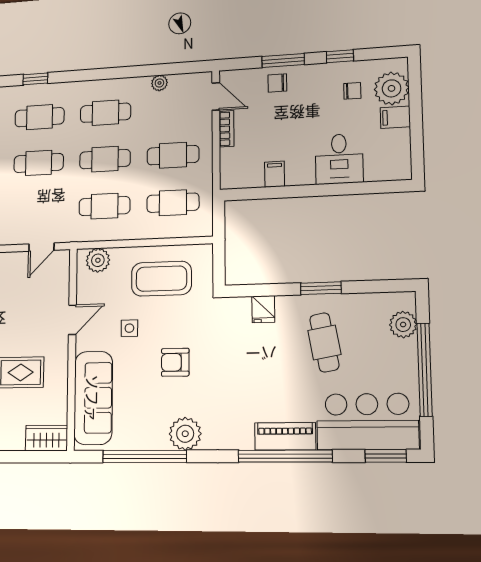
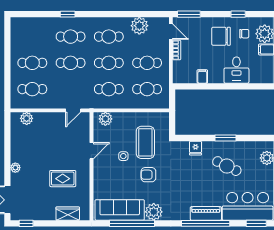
window: (283, 60) -> (189, 14), moved
plant: (159, 83) -> (139, 26), width x1.88, depth x1.88
chair: (277, 83) -> (221, 36), moved, width x1.87, depth x1.87
coffee table: (161, 279) -> (145, 142), moved, turned 90
cafe table: (324, 342) -> (227, 166), turned -54
sofa: (93, 398) -> (120, 210), moved, turned -90
wardrobe: (46, 438) -> (68, 214), moved

